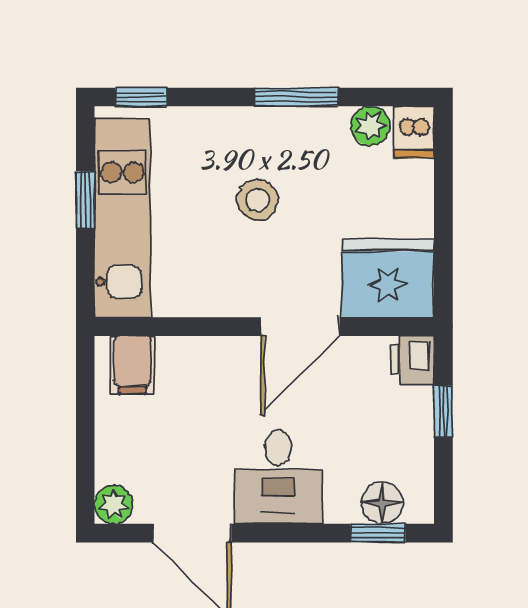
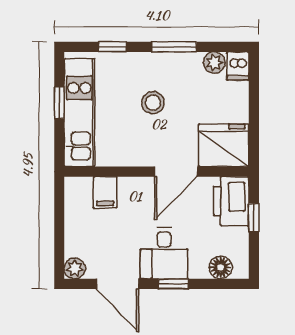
window: (141, 97) -> (112, 47), moved
printer: (412, 360) -> (231, 201), width x1.87, depth x1.48
filing cabinet: (133, 365) -> (105, 192), moved
window: (378, 533) -> (174, 284), moved

